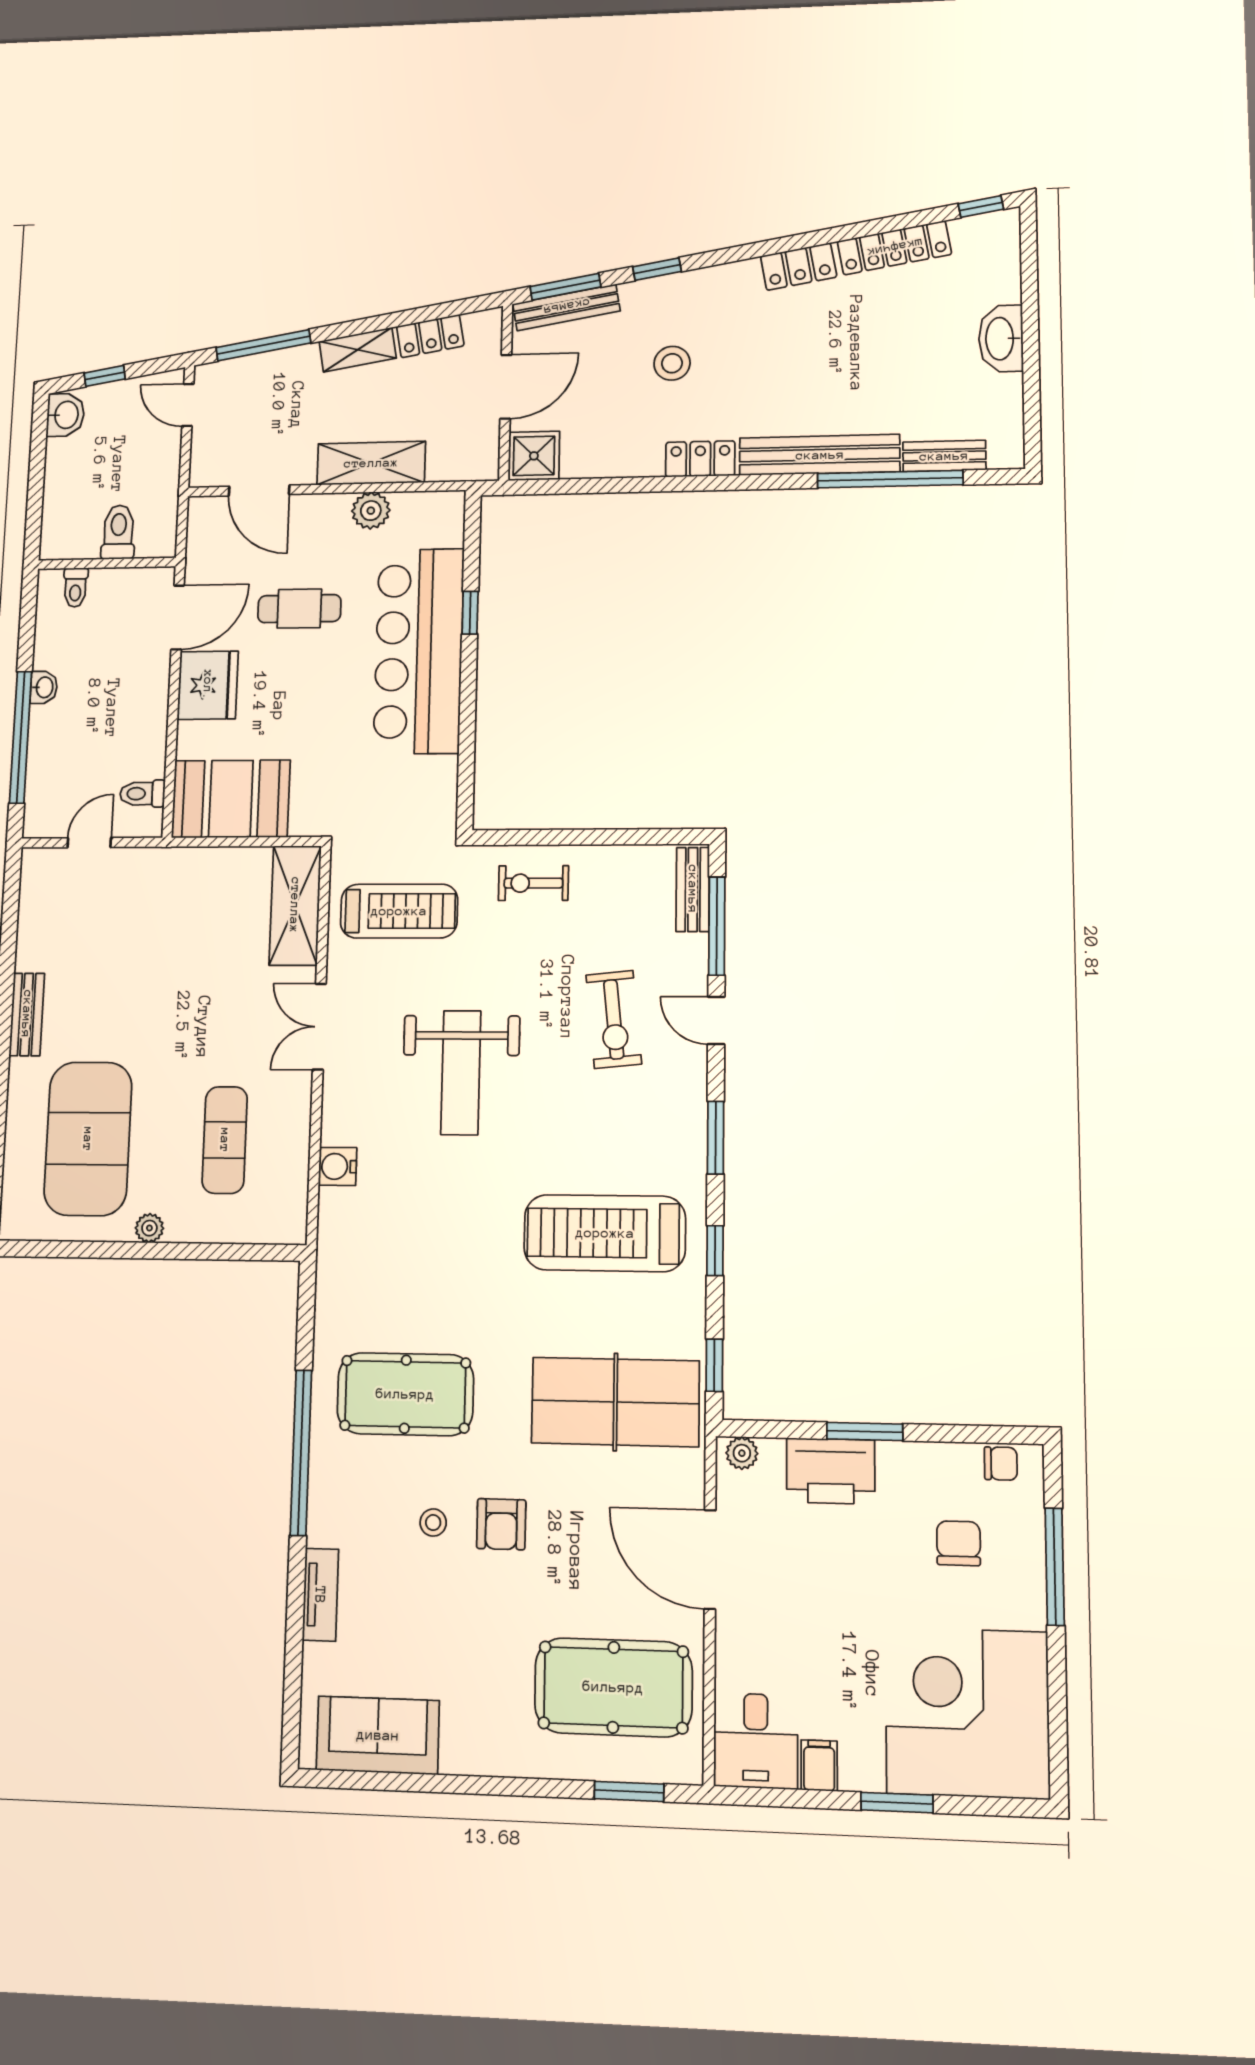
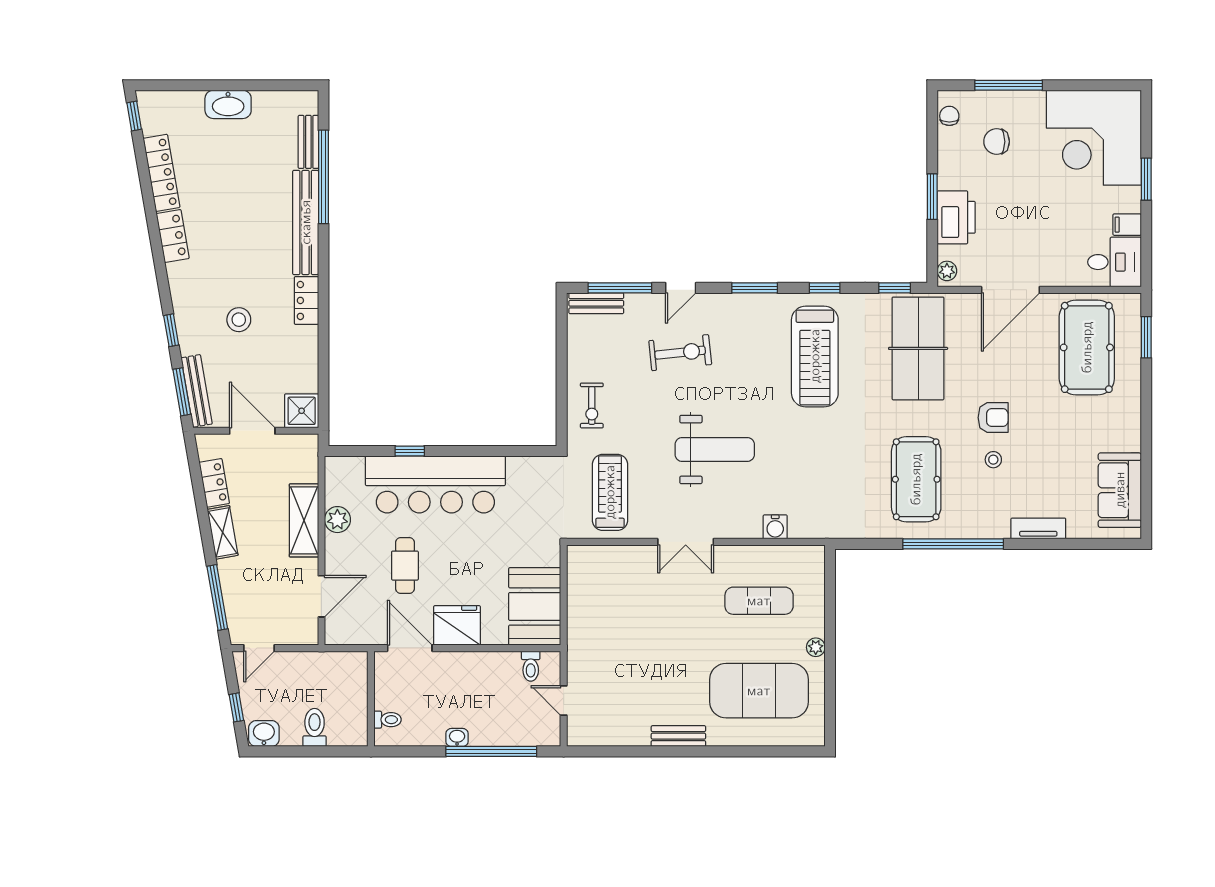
toilet: (118, 532) -> (315, 727), moved, turned 90
shelving: (295, 905) -> (606, 561), removed

